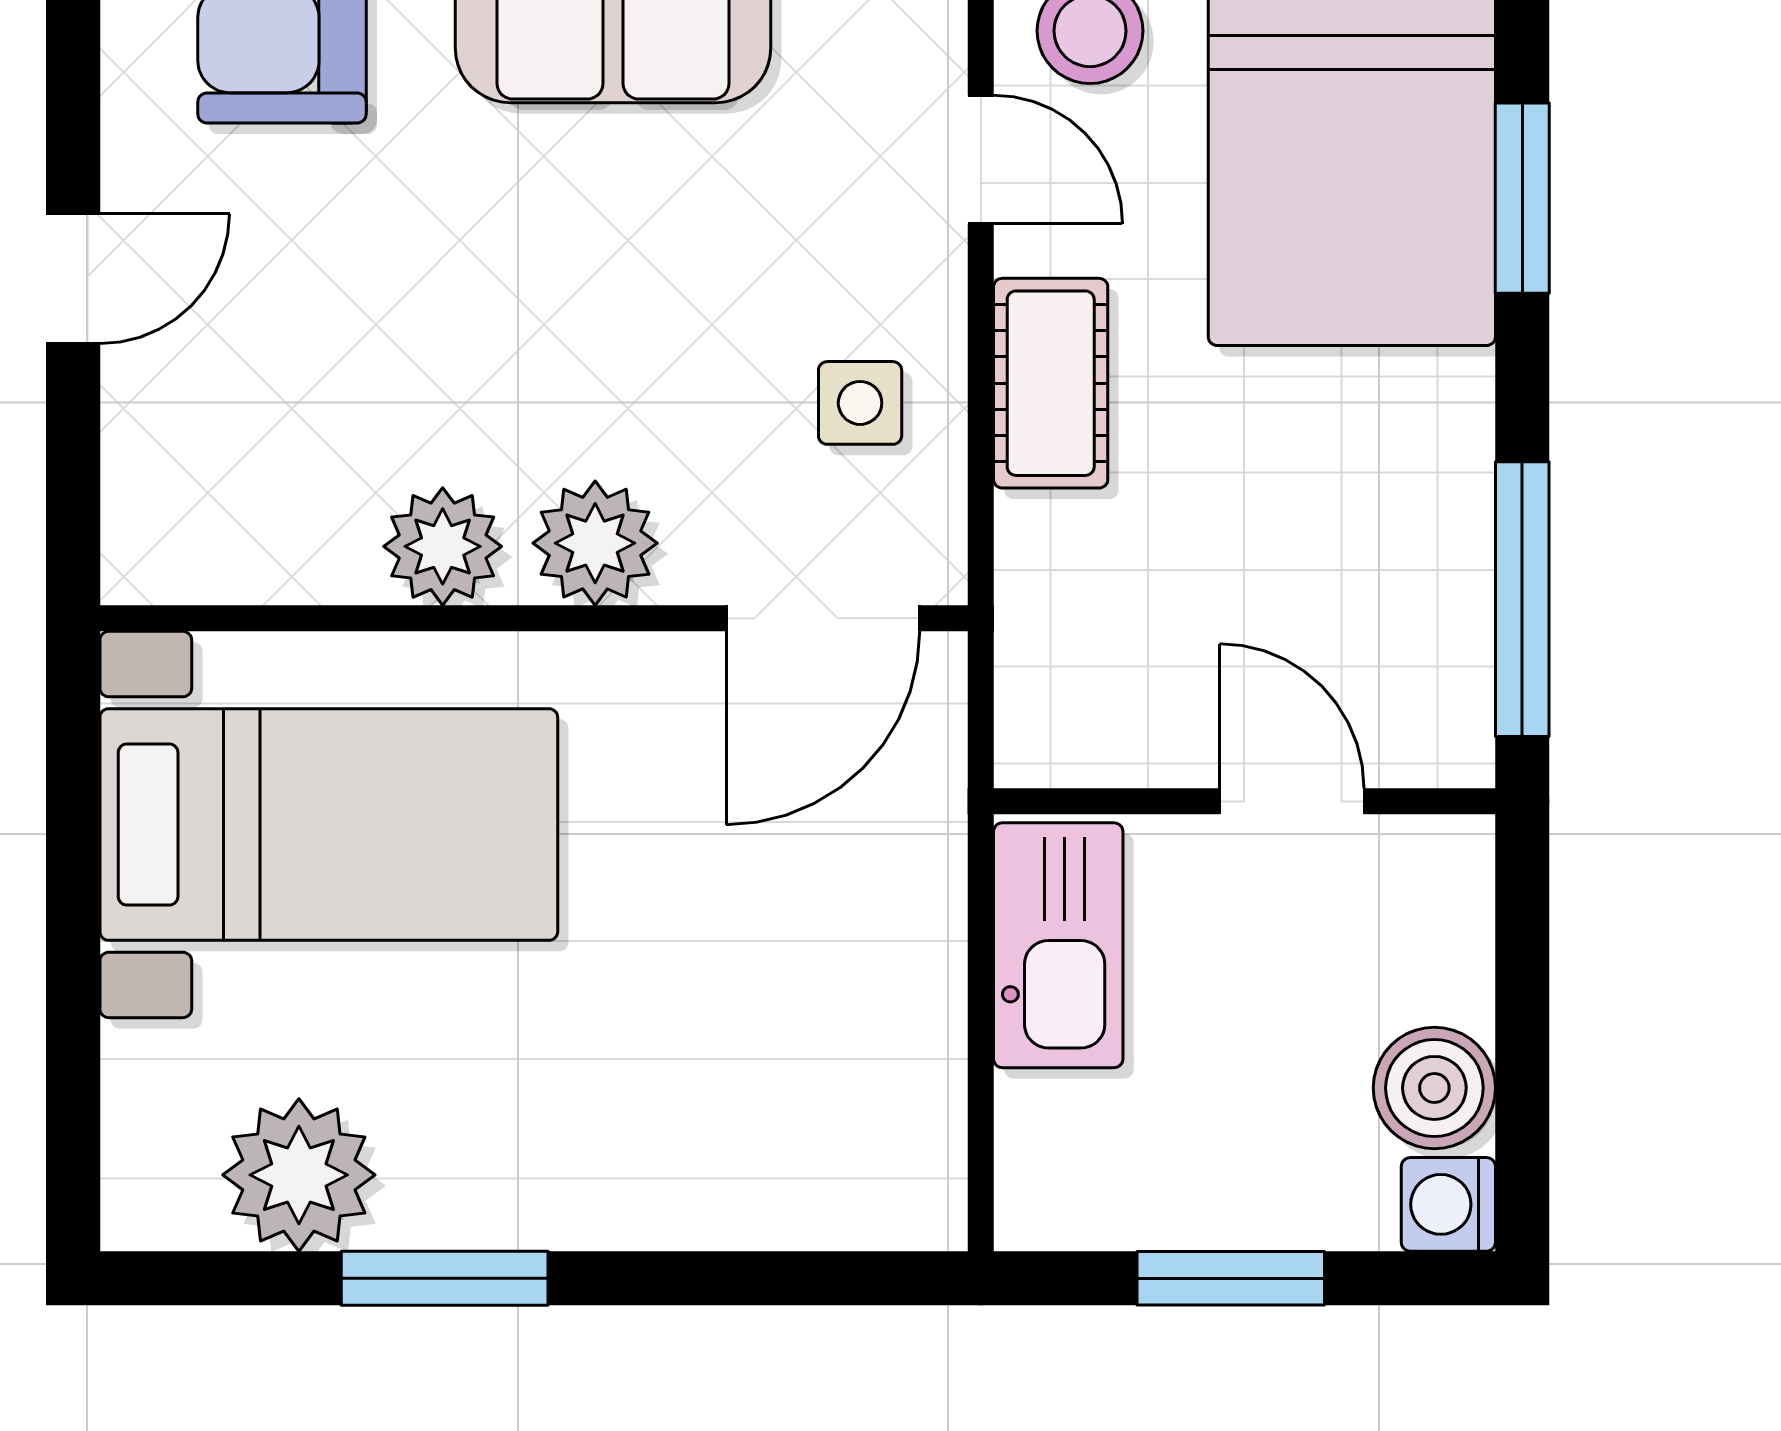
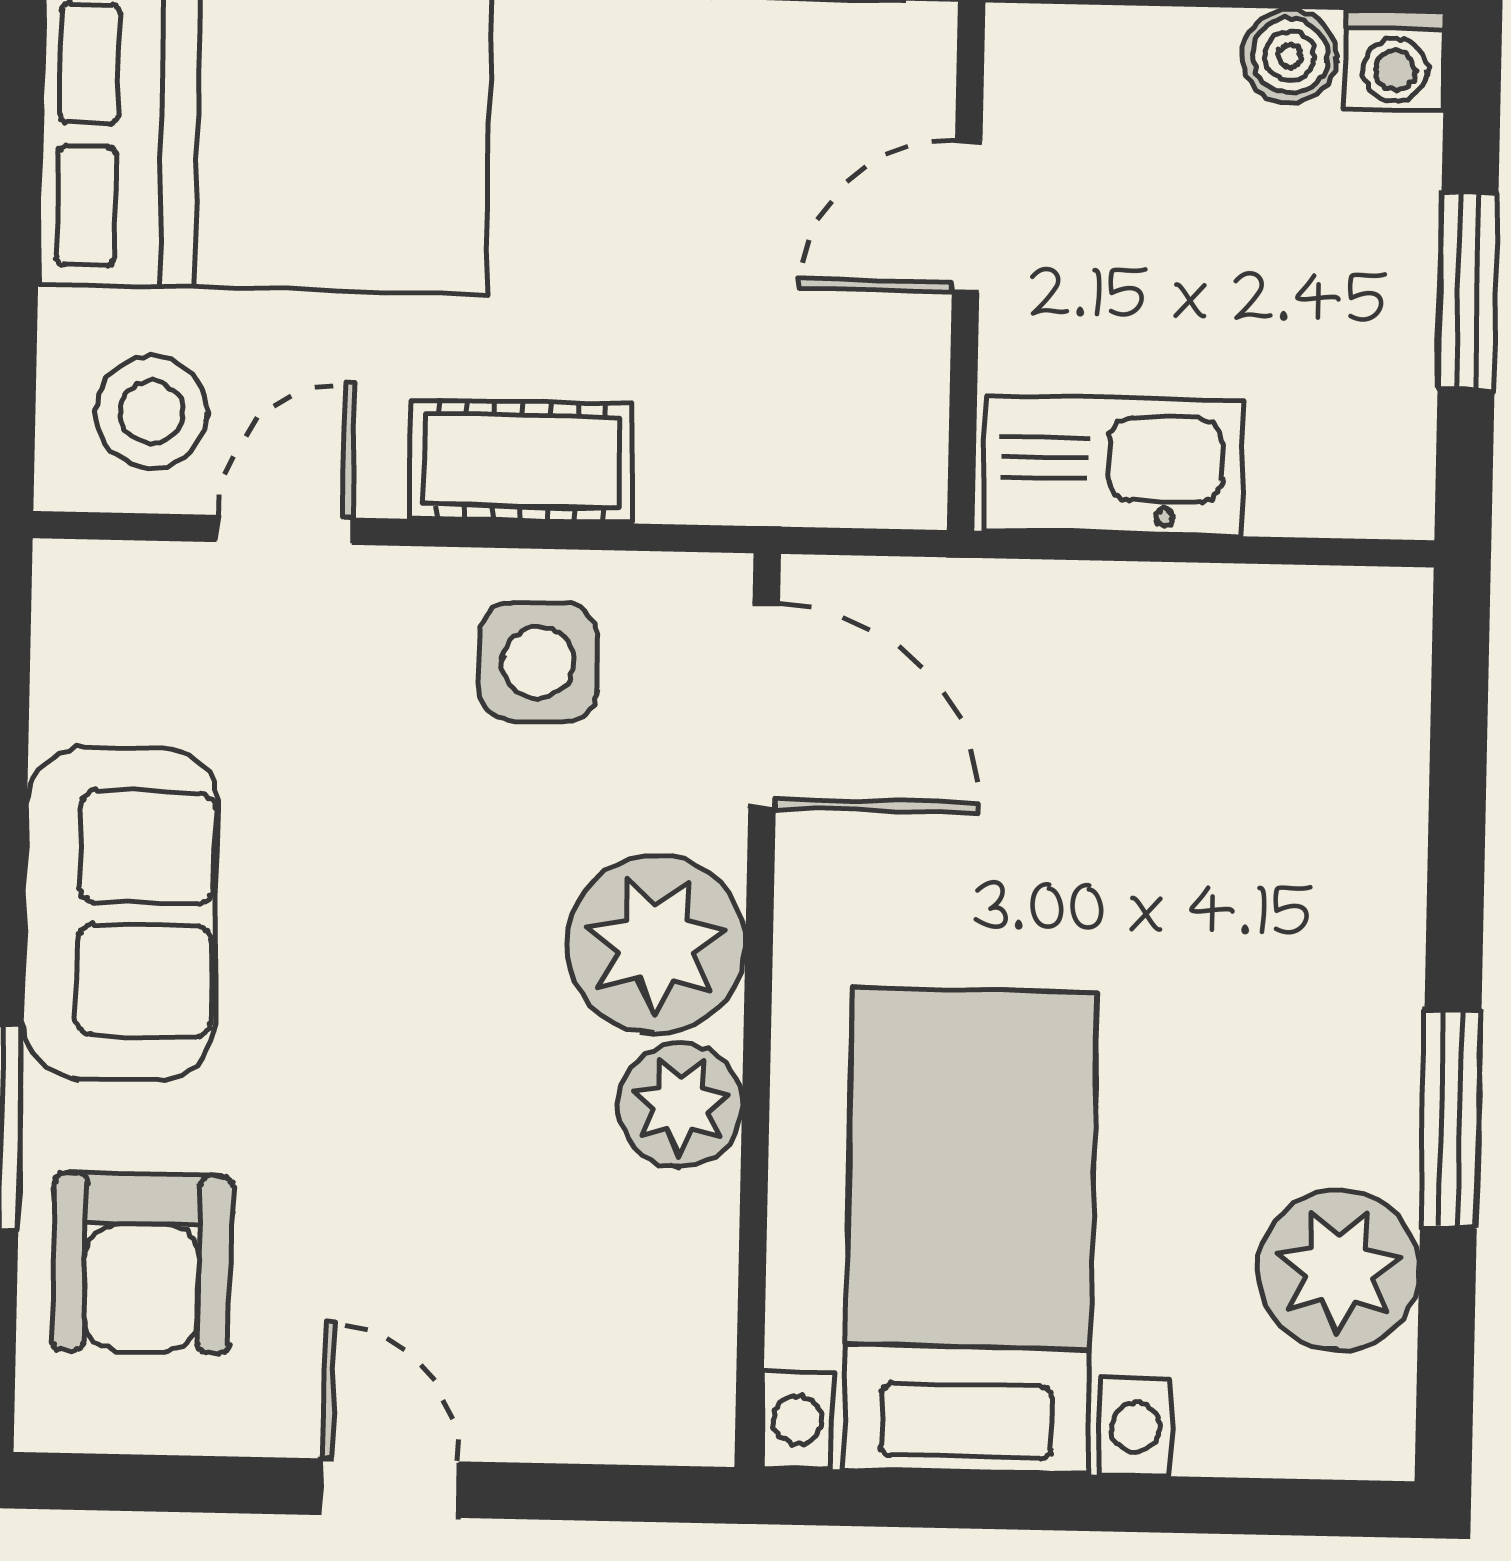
side table: (860, 403) -> (538, 662), width x1.37, depth x1.37
plant: (595, 543) -> (656, 944), width x1.36, depth x1.36
boiler: (1434, 1088) -> (1290, 56), width x0.73, depth x0.73

